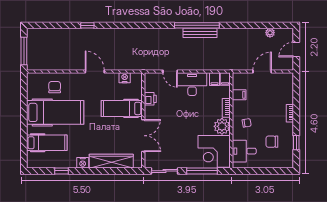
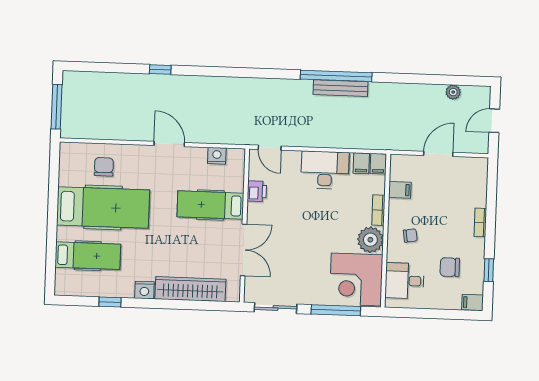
door: (170, 71) -> (270, 148), moved
filing cabinet: (287, 163) -> (473, 302), added

